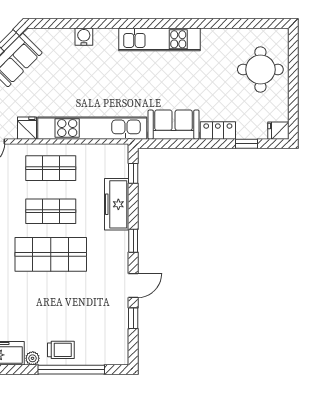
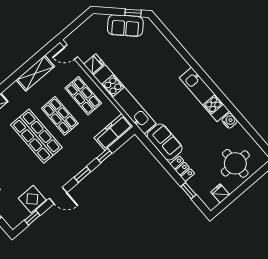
water cooler: (84, 37) -> (230, 121), moved
fridge: (278, 131) -> (220, 193), moved
window: (133, 173) -> (104, 156), moved
freezer: (117, 204) -> (114, 132), moved
display table: (113, 316) -> (32, 199), added
window: (133, 318) -> (32, 218), moved

